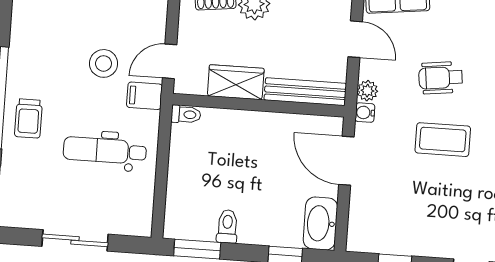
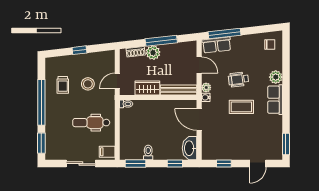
filing cabinet: (144, 96) -> (107, 152), moved
trolley: (28, 118) -> (63, 85), moved

